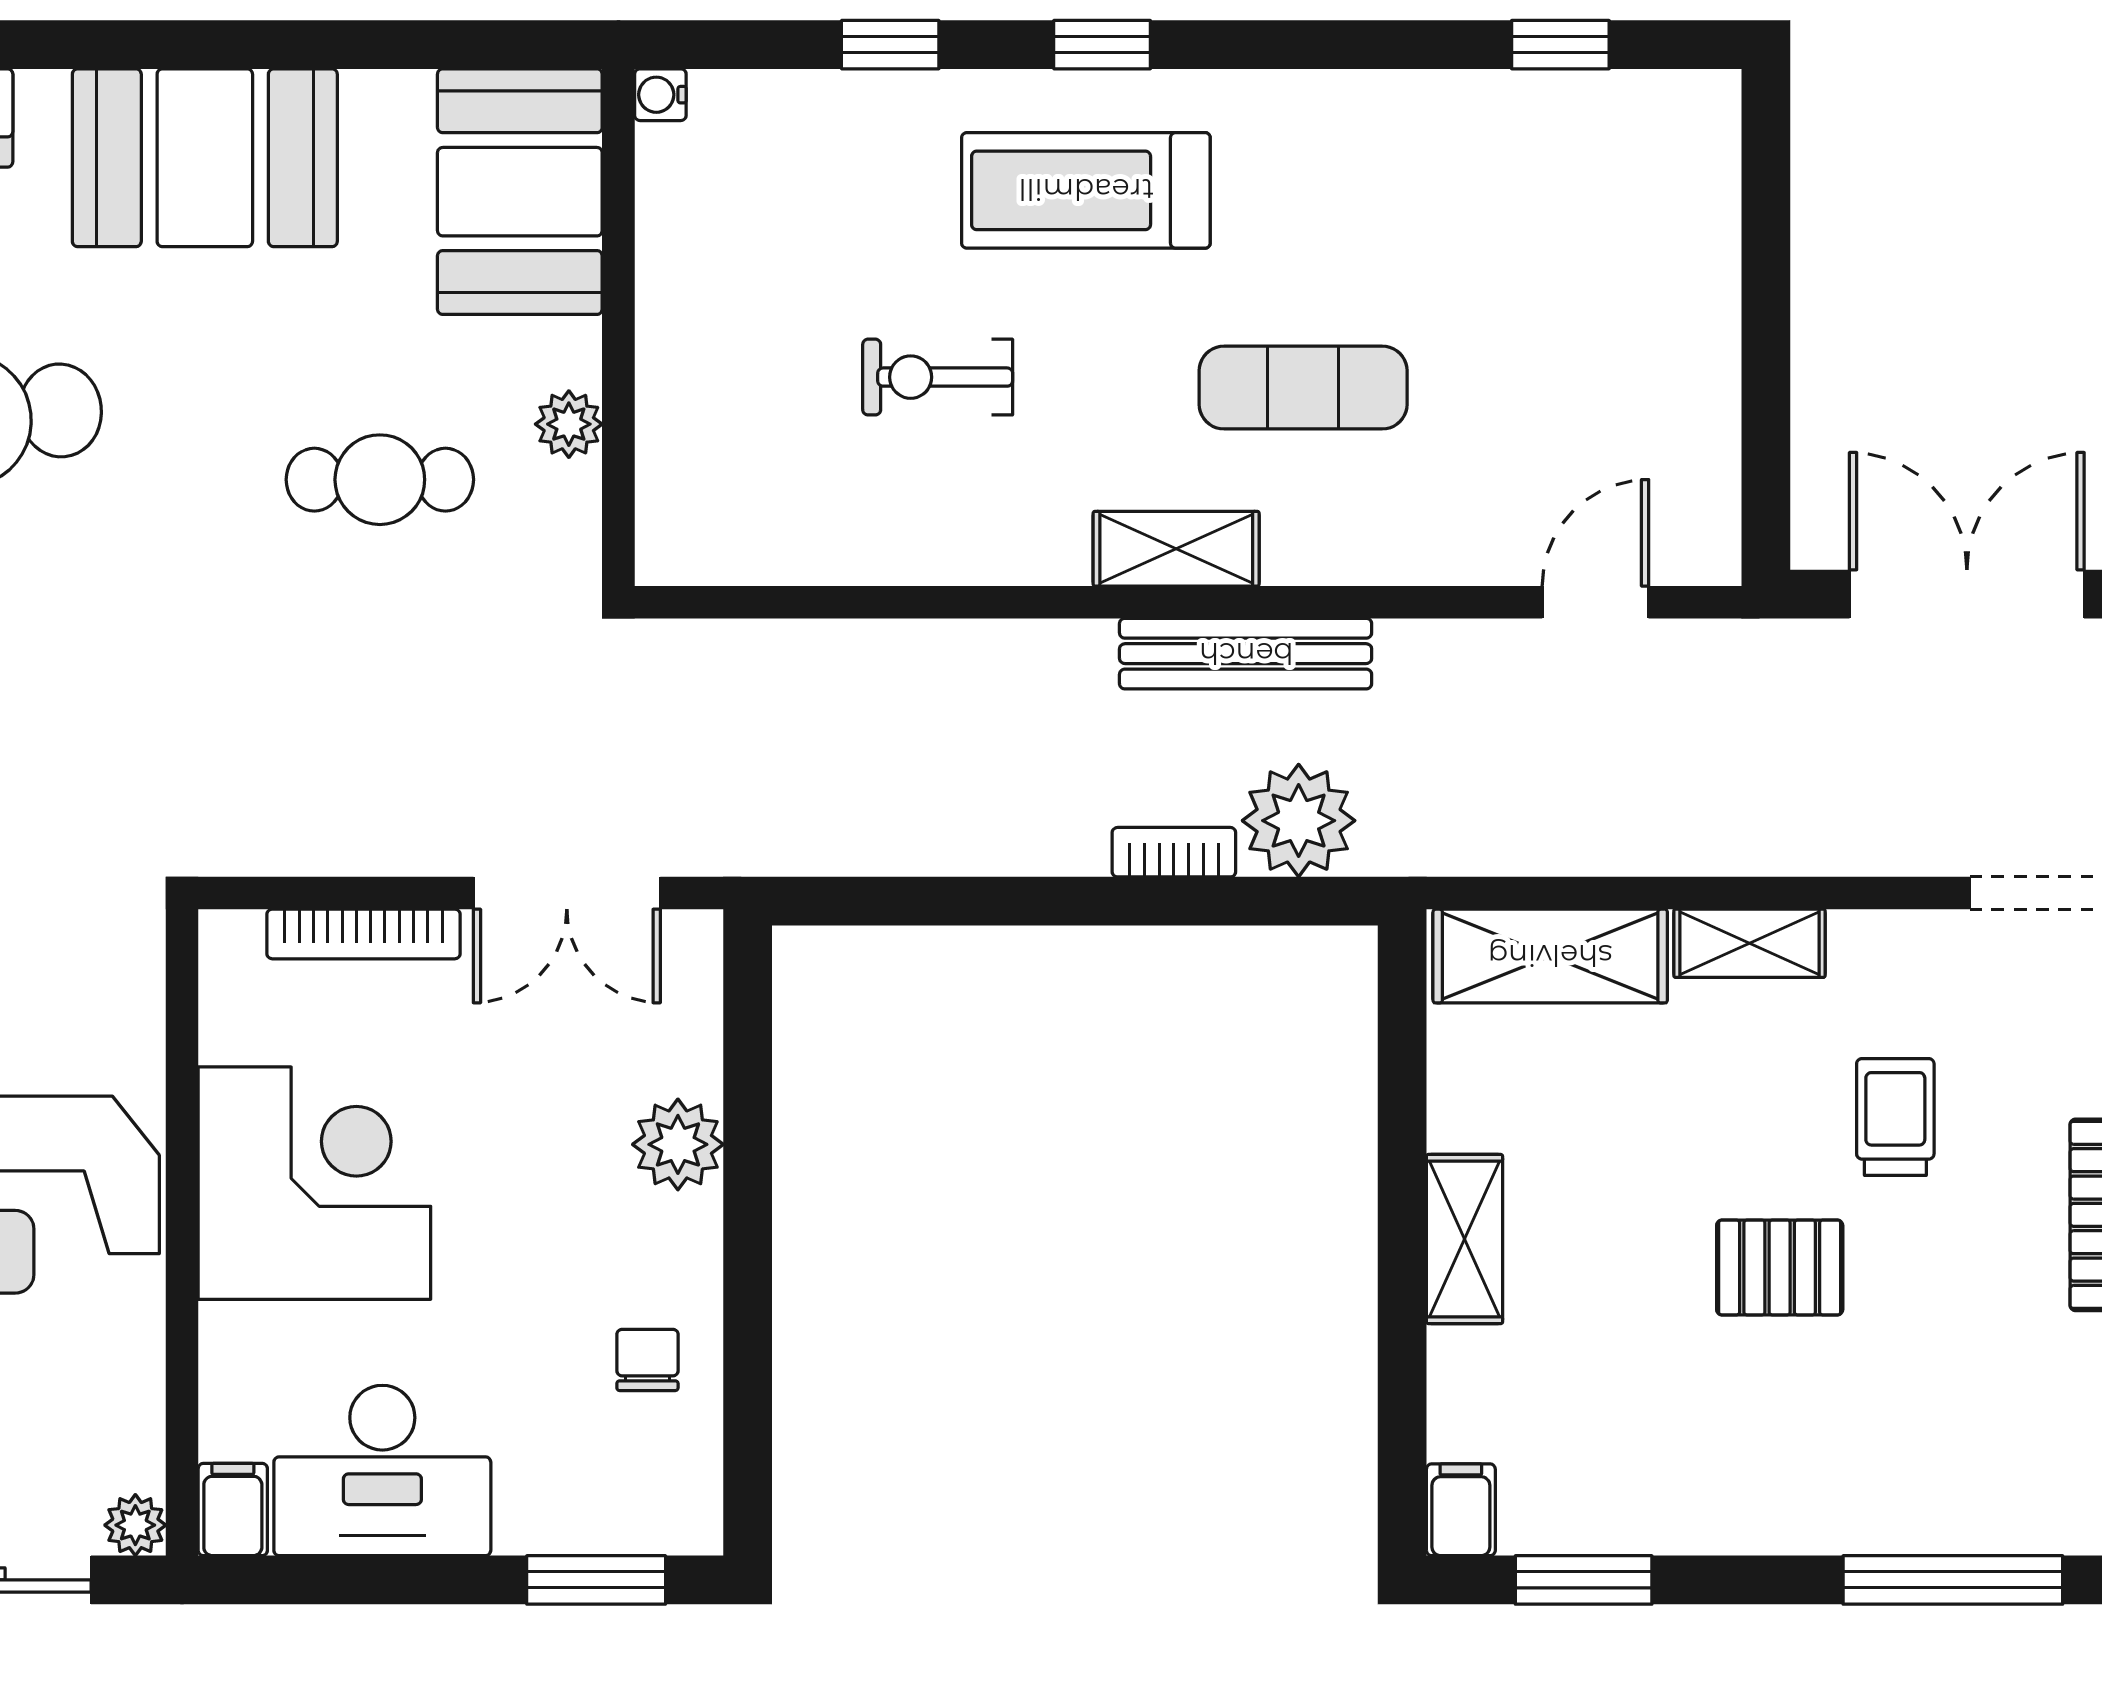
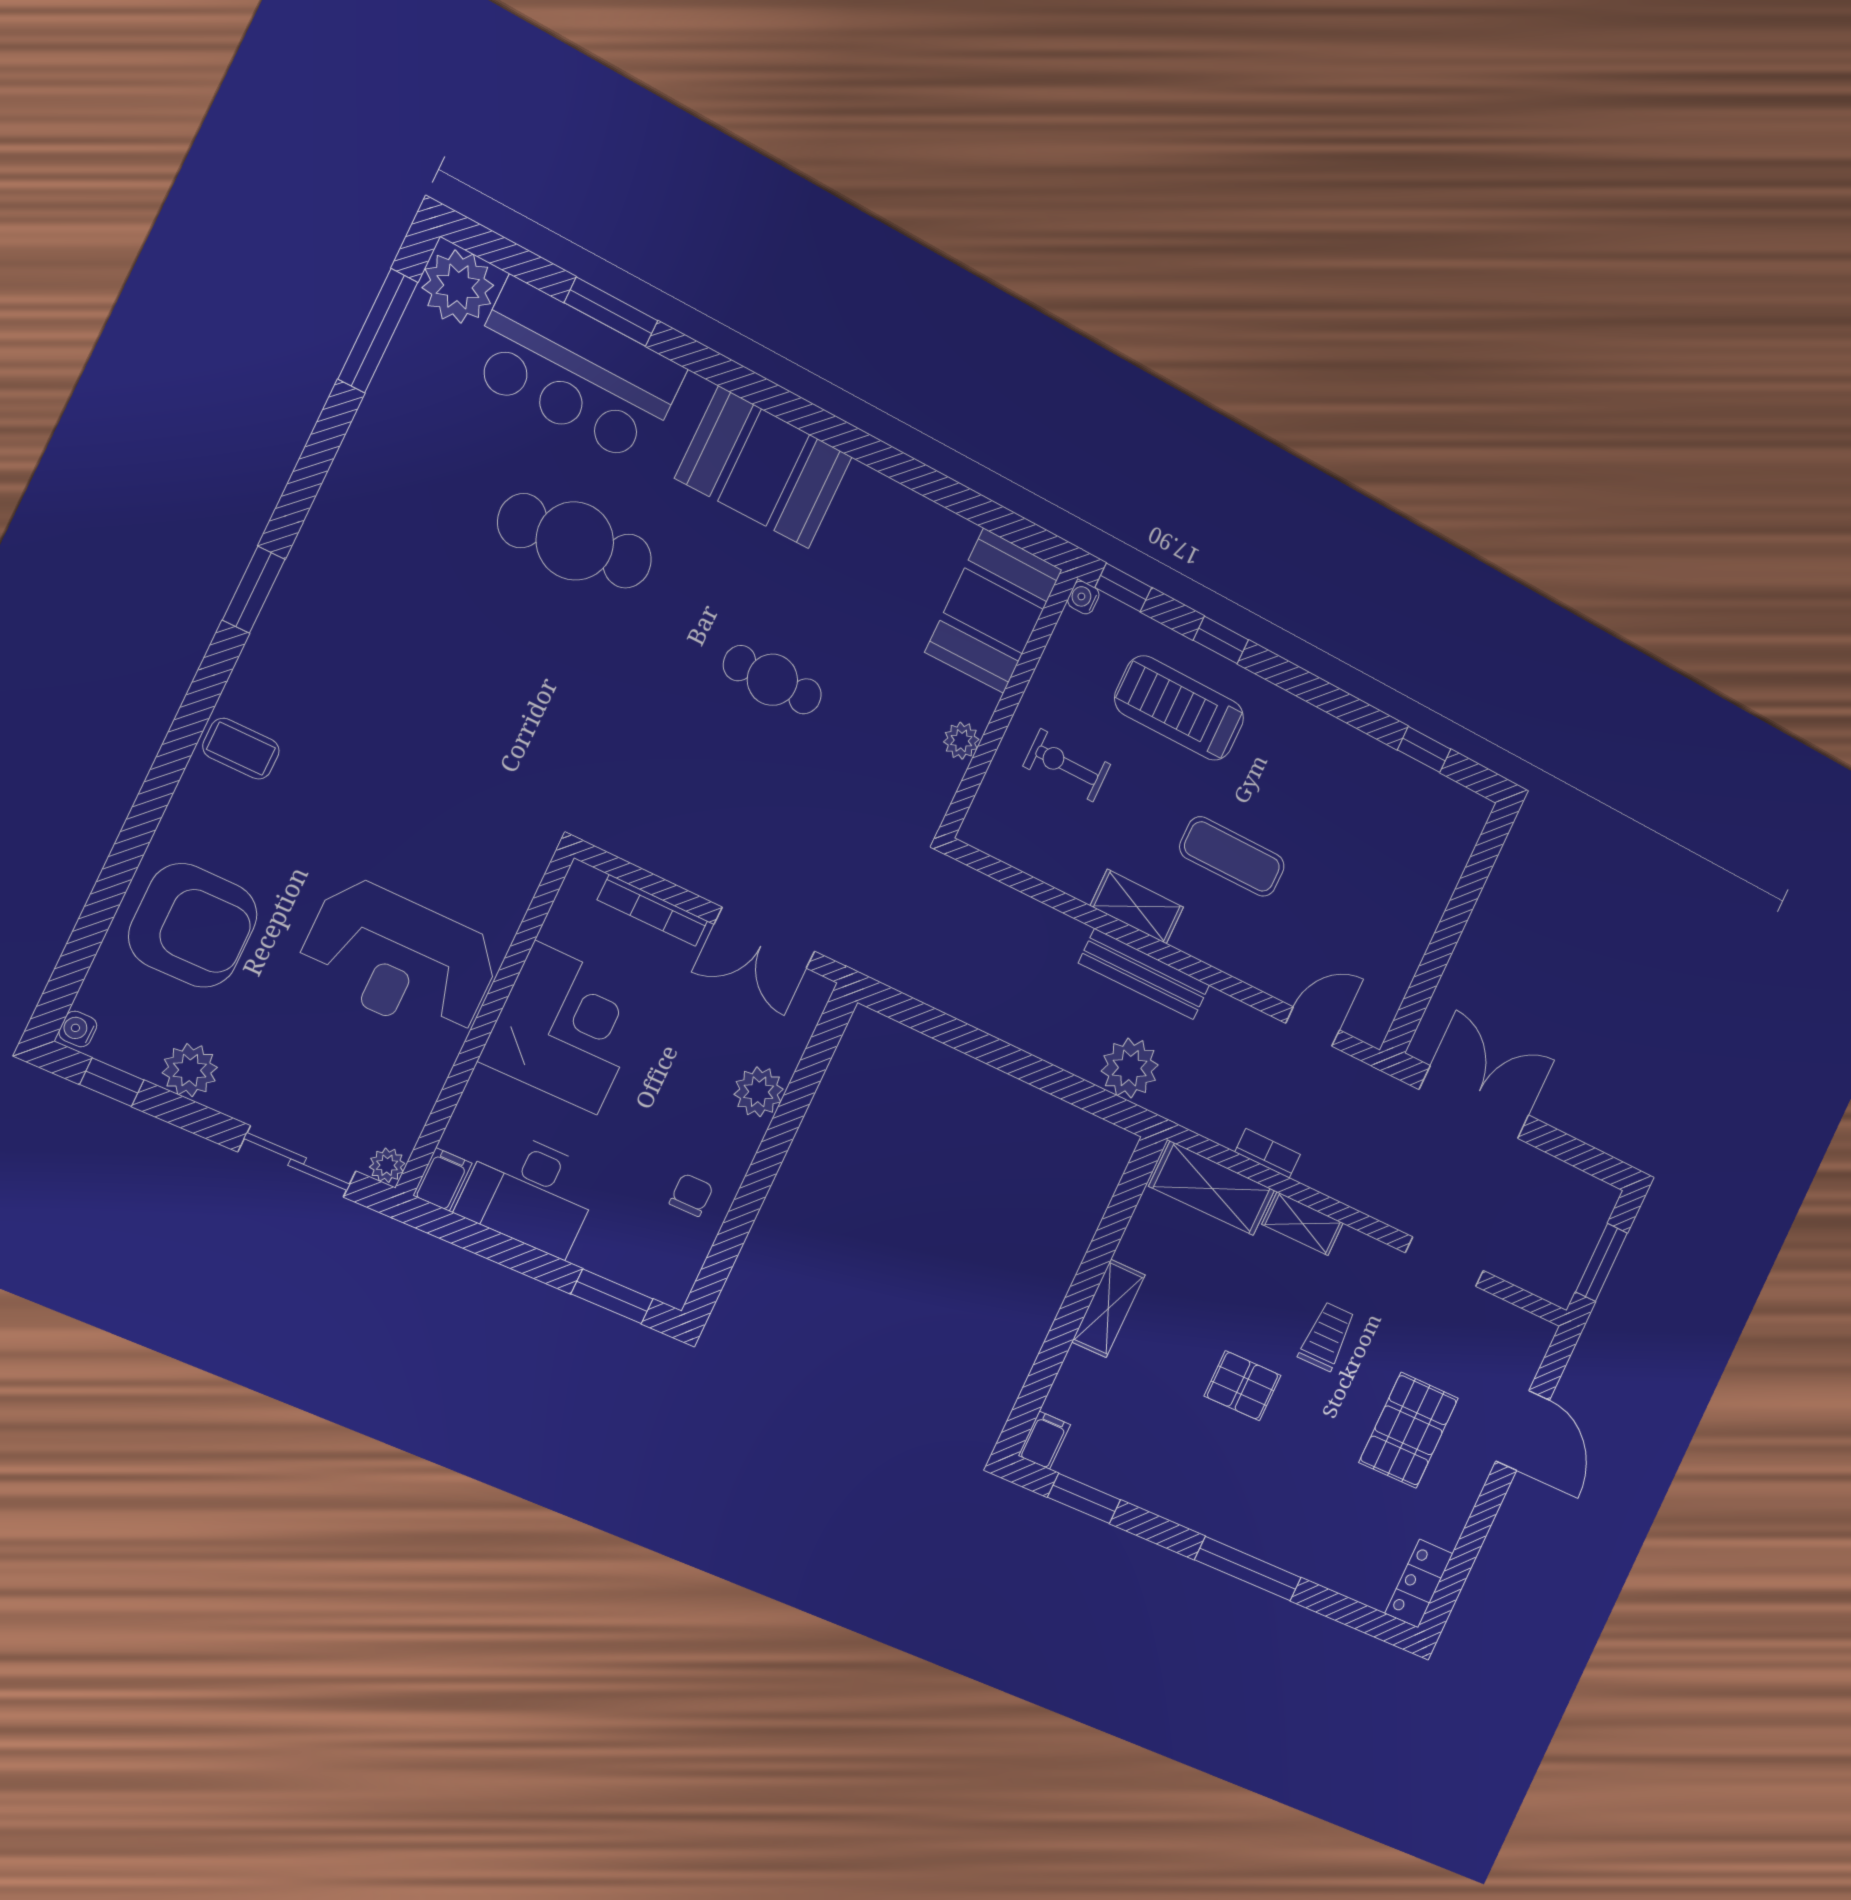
water cooler: (660, 95) -> (1083, 597), moved
booth: (520, 192) -> (994, 611), moved
wall: (618, 327) -> (1008, 704), moved
plant: (569, 424) -> (961, 741), moved
bookcase: (1174, 852) -> (1268, 1153), moved

